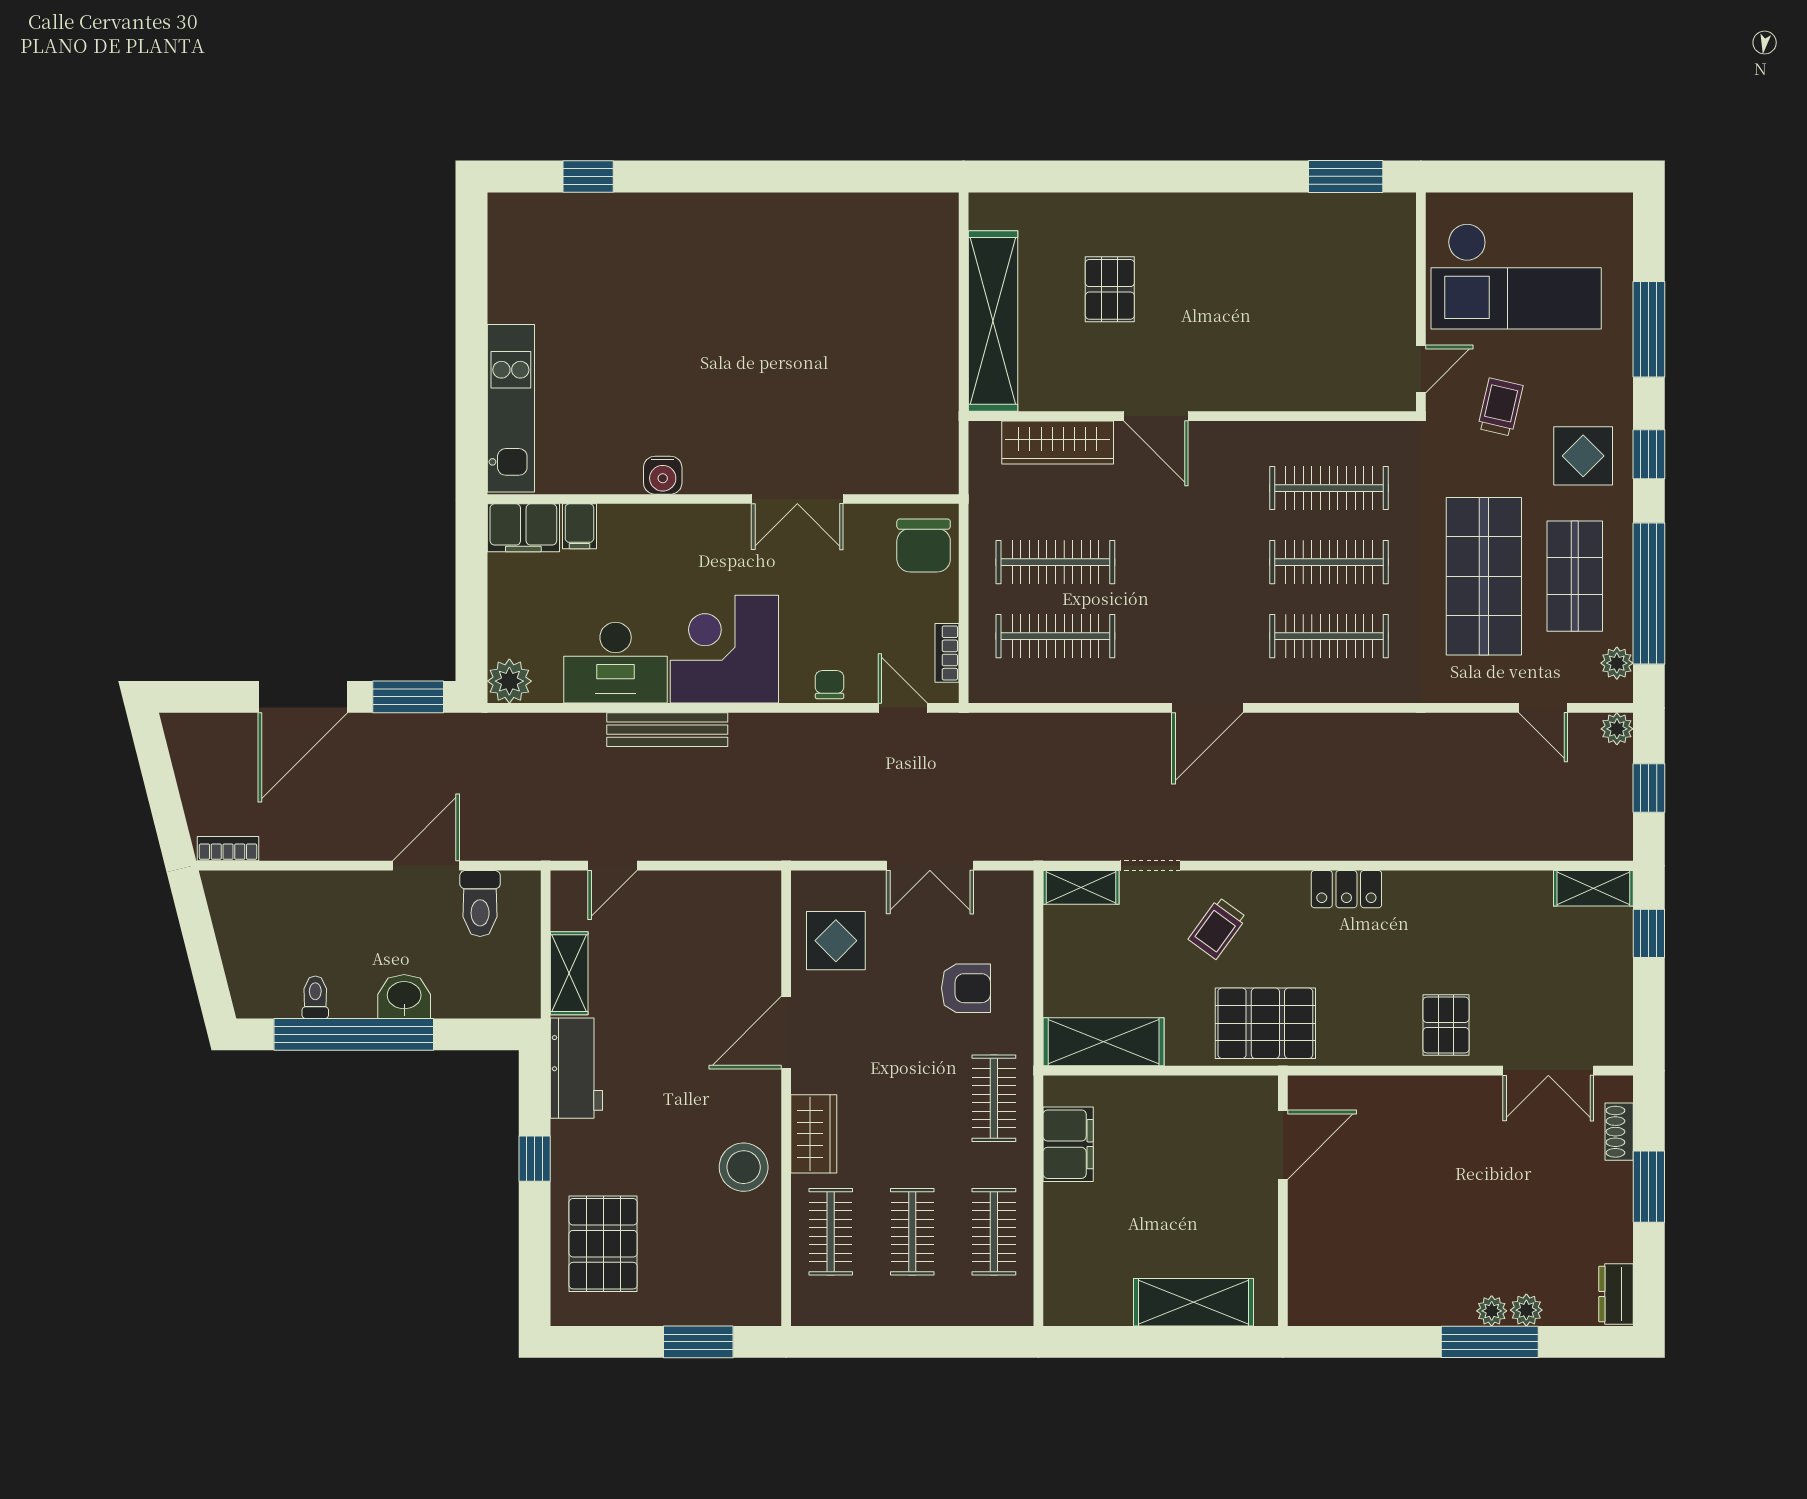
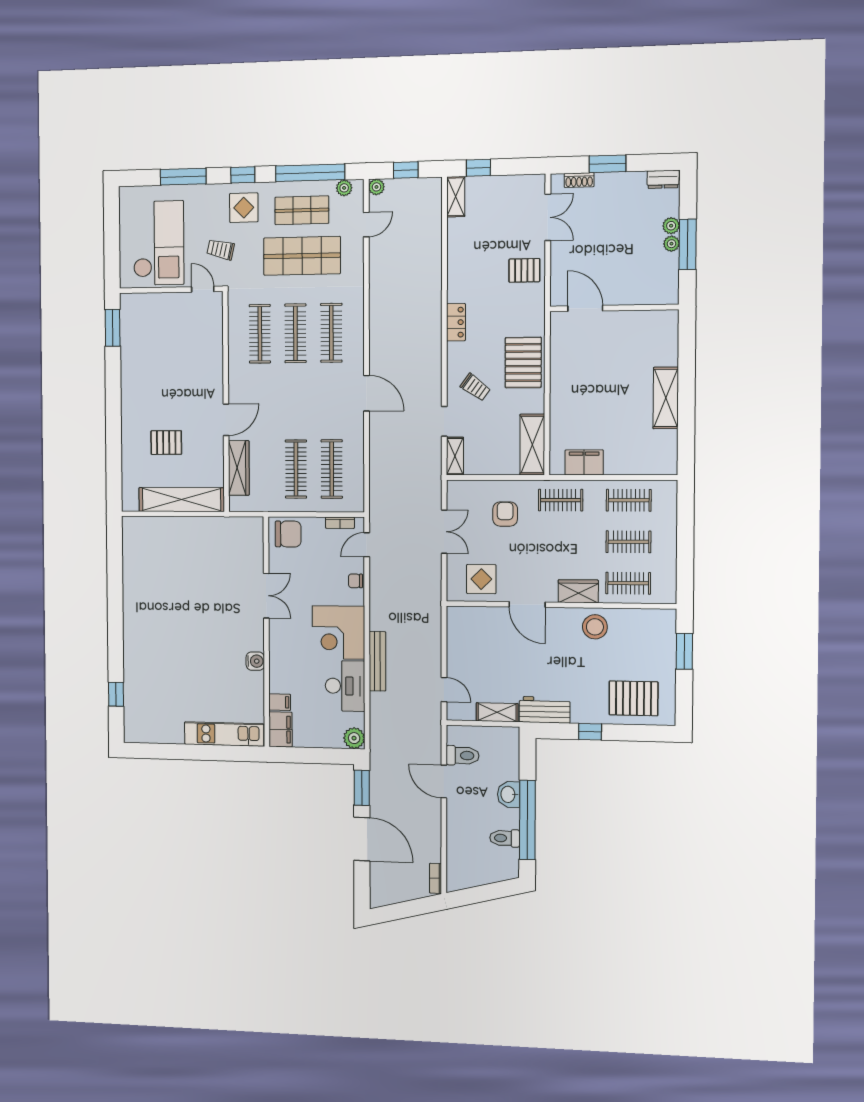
toilet: (315, 997) -> (505, 838), width x1.37, depth x1.39
door: (1283, 1145) -> (585, 308), moved
wall: (1283, 1201) -> (614, 308), moved

